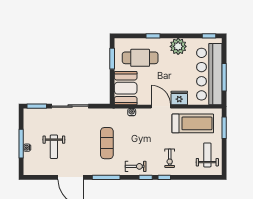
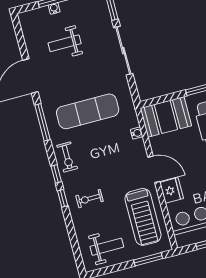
door: (161, 107) -> (154, 169), hinge flipped
exercise mat: (107, 143) -> (88, 111), width x1.36, depth x1.45

